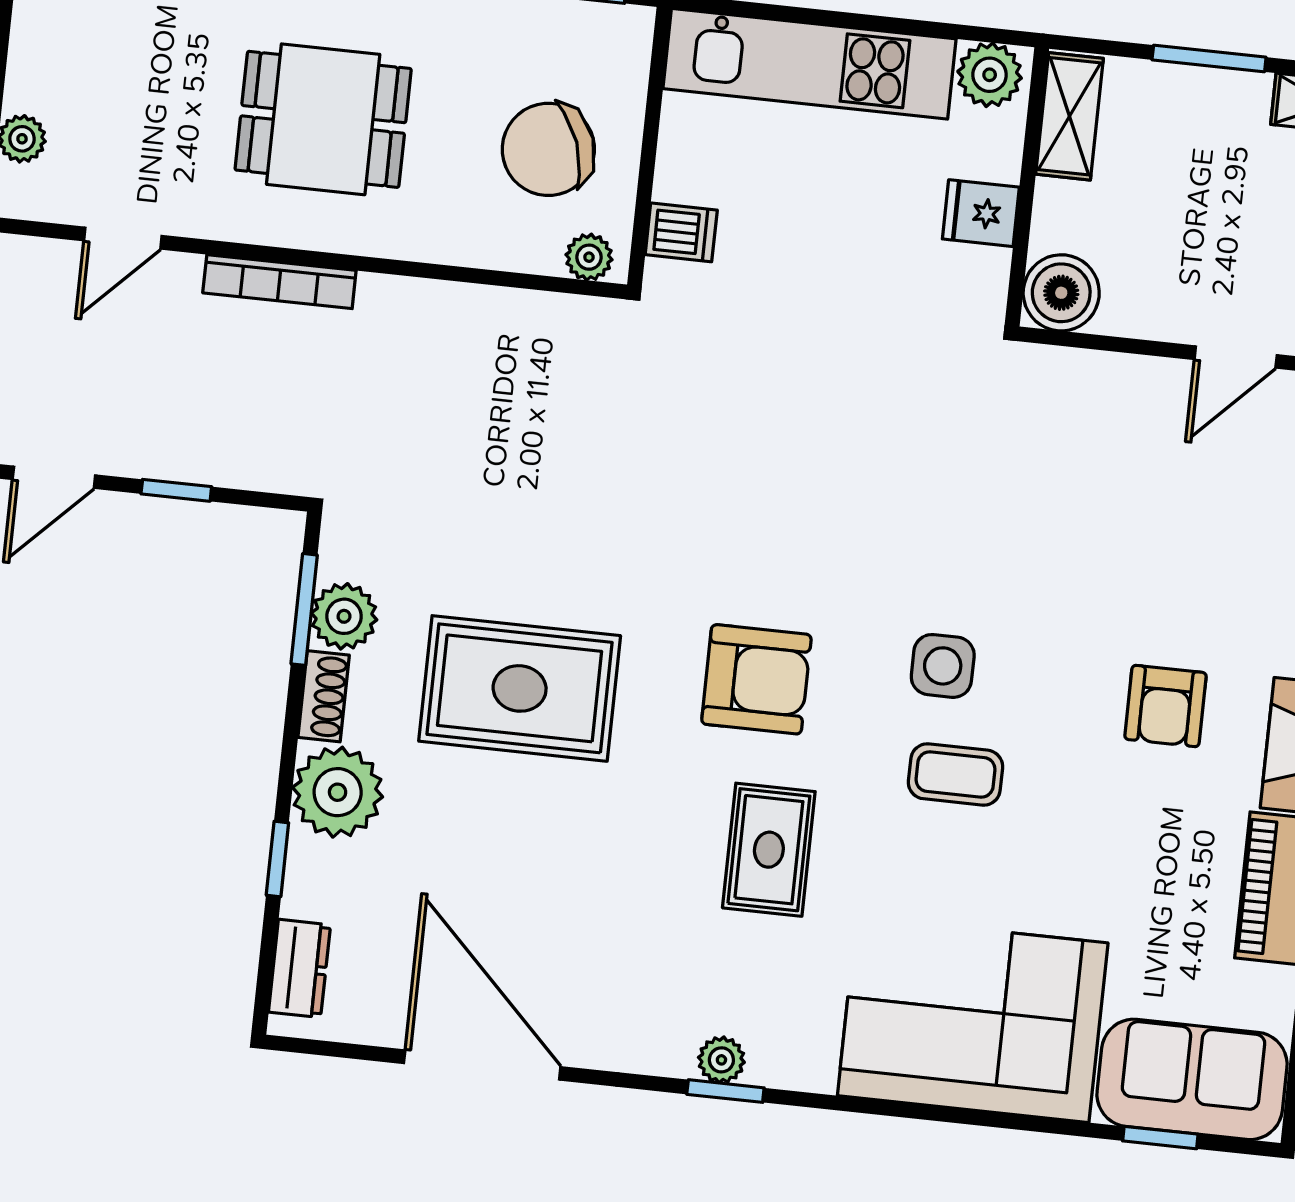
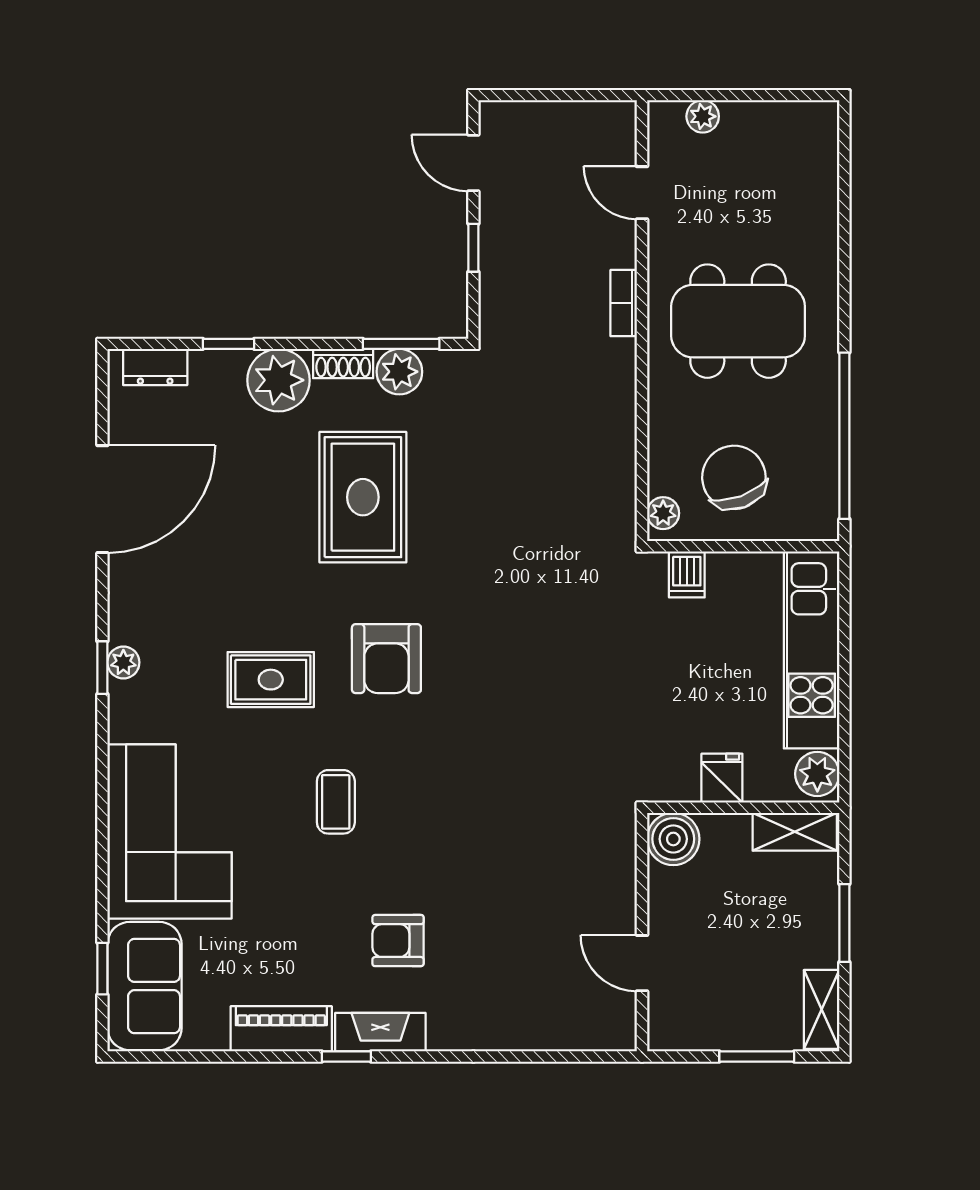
dining table: (323, 119) -> (738, 321), width x1.38
bookcase: (279, 282) -> (624, 303), width x0.64
side table: (943, 666) -> (409, 785), removed

